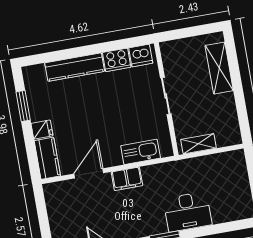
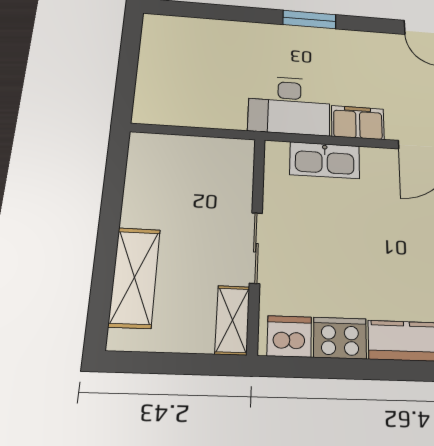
shelving: (199, 144) -> (232, 320), moved, turned 90
desk: (188, 212) -> (289, 105), moved, turned 180

